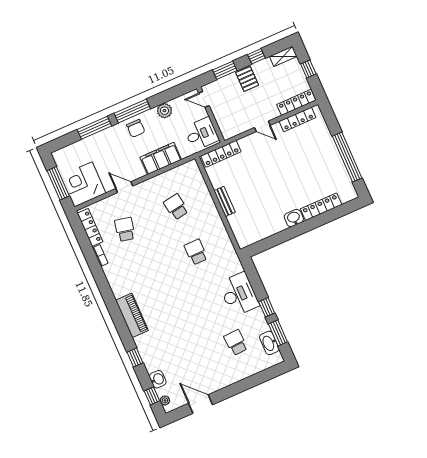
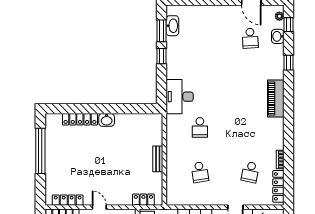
locker: (221, 154) -> (143, 200), width x0.66
desk: (239, 294) -> (180, 97), moved
school desk: (236, 343) -> (250, 38), moved

